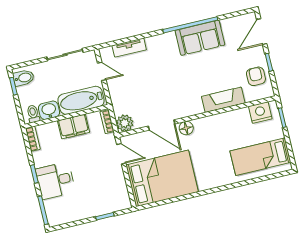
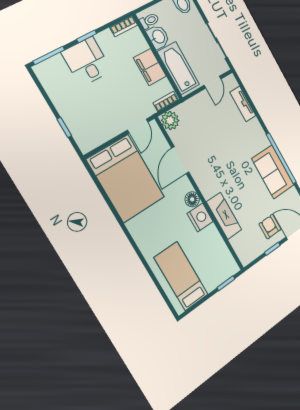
armchair: (256, 76) -> (270, 227), moved, turned -90
nightstand: (260, 113) -> (200, 218), moved
floor lamp: (186, 128) -> (192, 199), moved

